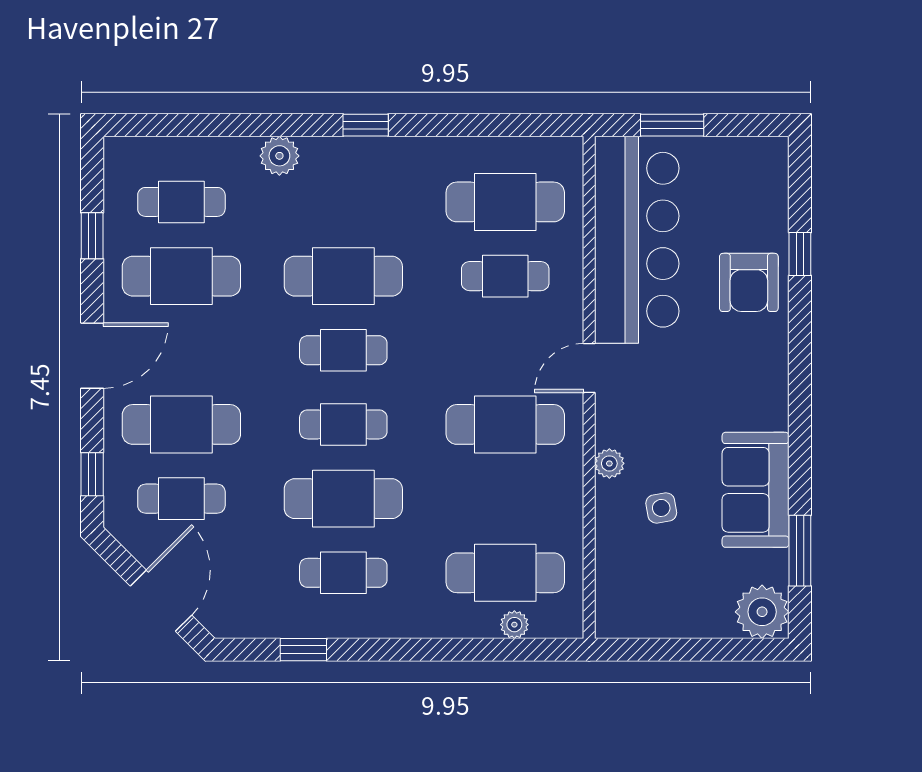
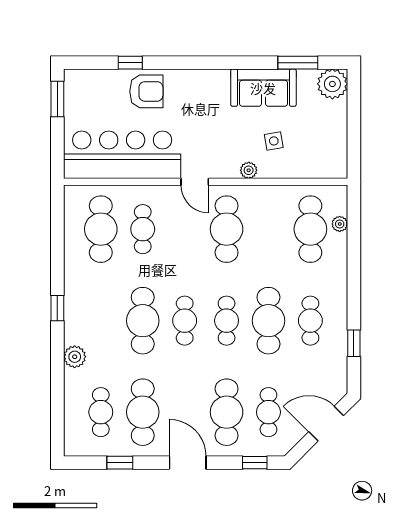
window: (672, 125) -> (57, 99), moved

